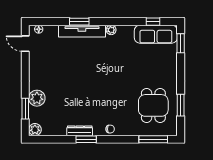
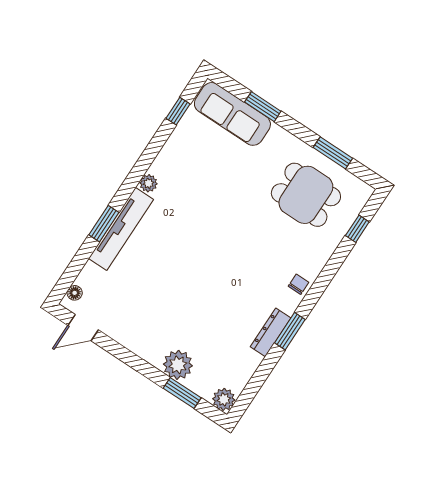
sofa: (156, 34) -> (232, 114), moved, turned 90
window: (181, 43) -> (263, 107), moved
window: (153, 139) -> (357, 229), width x0.46

